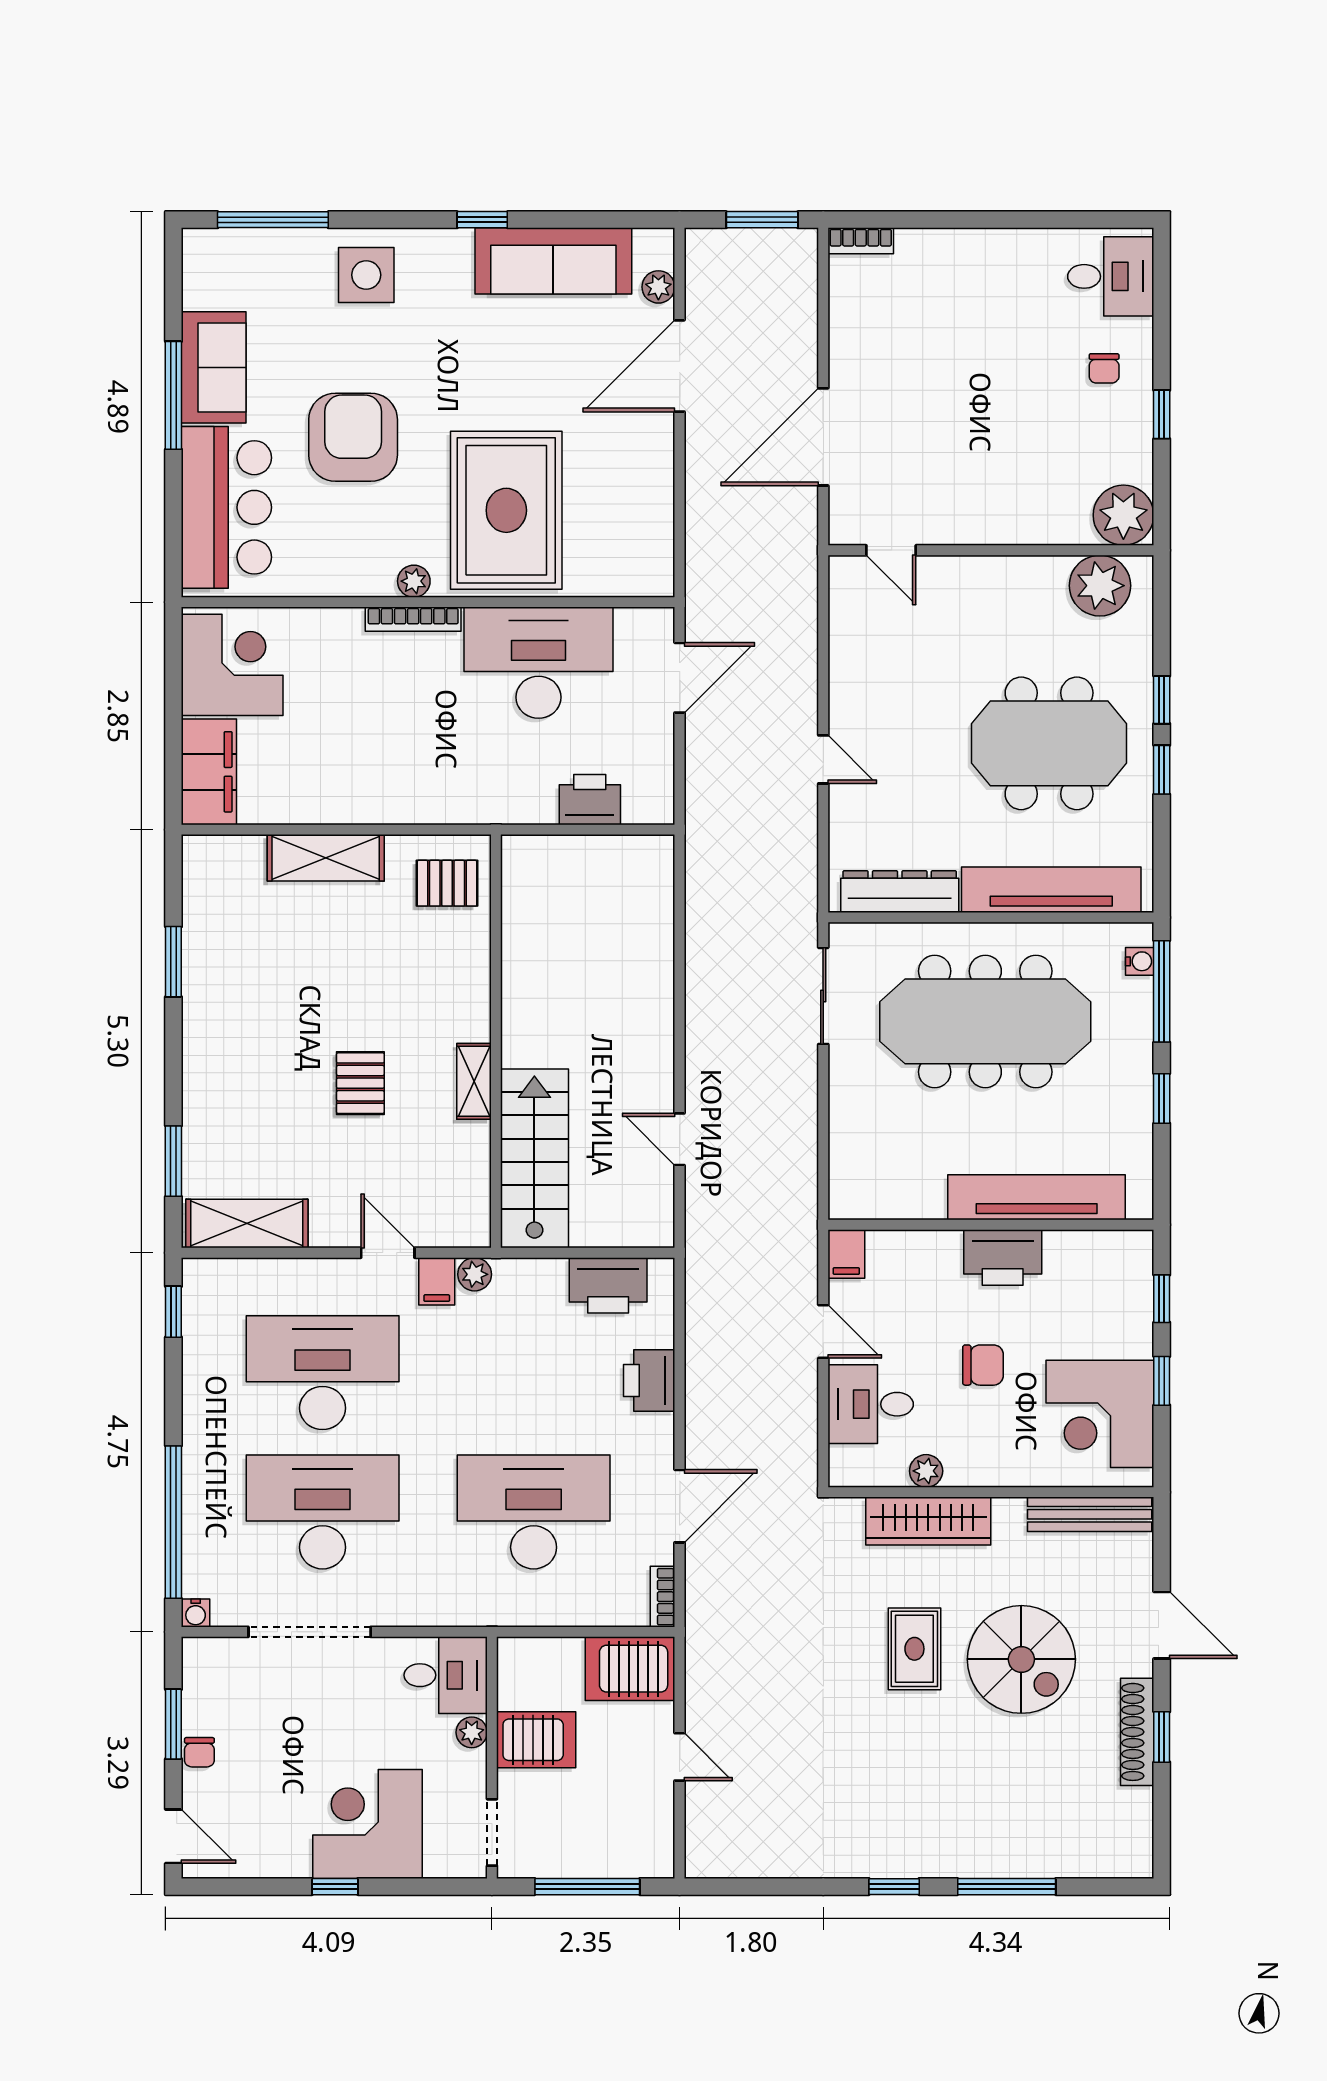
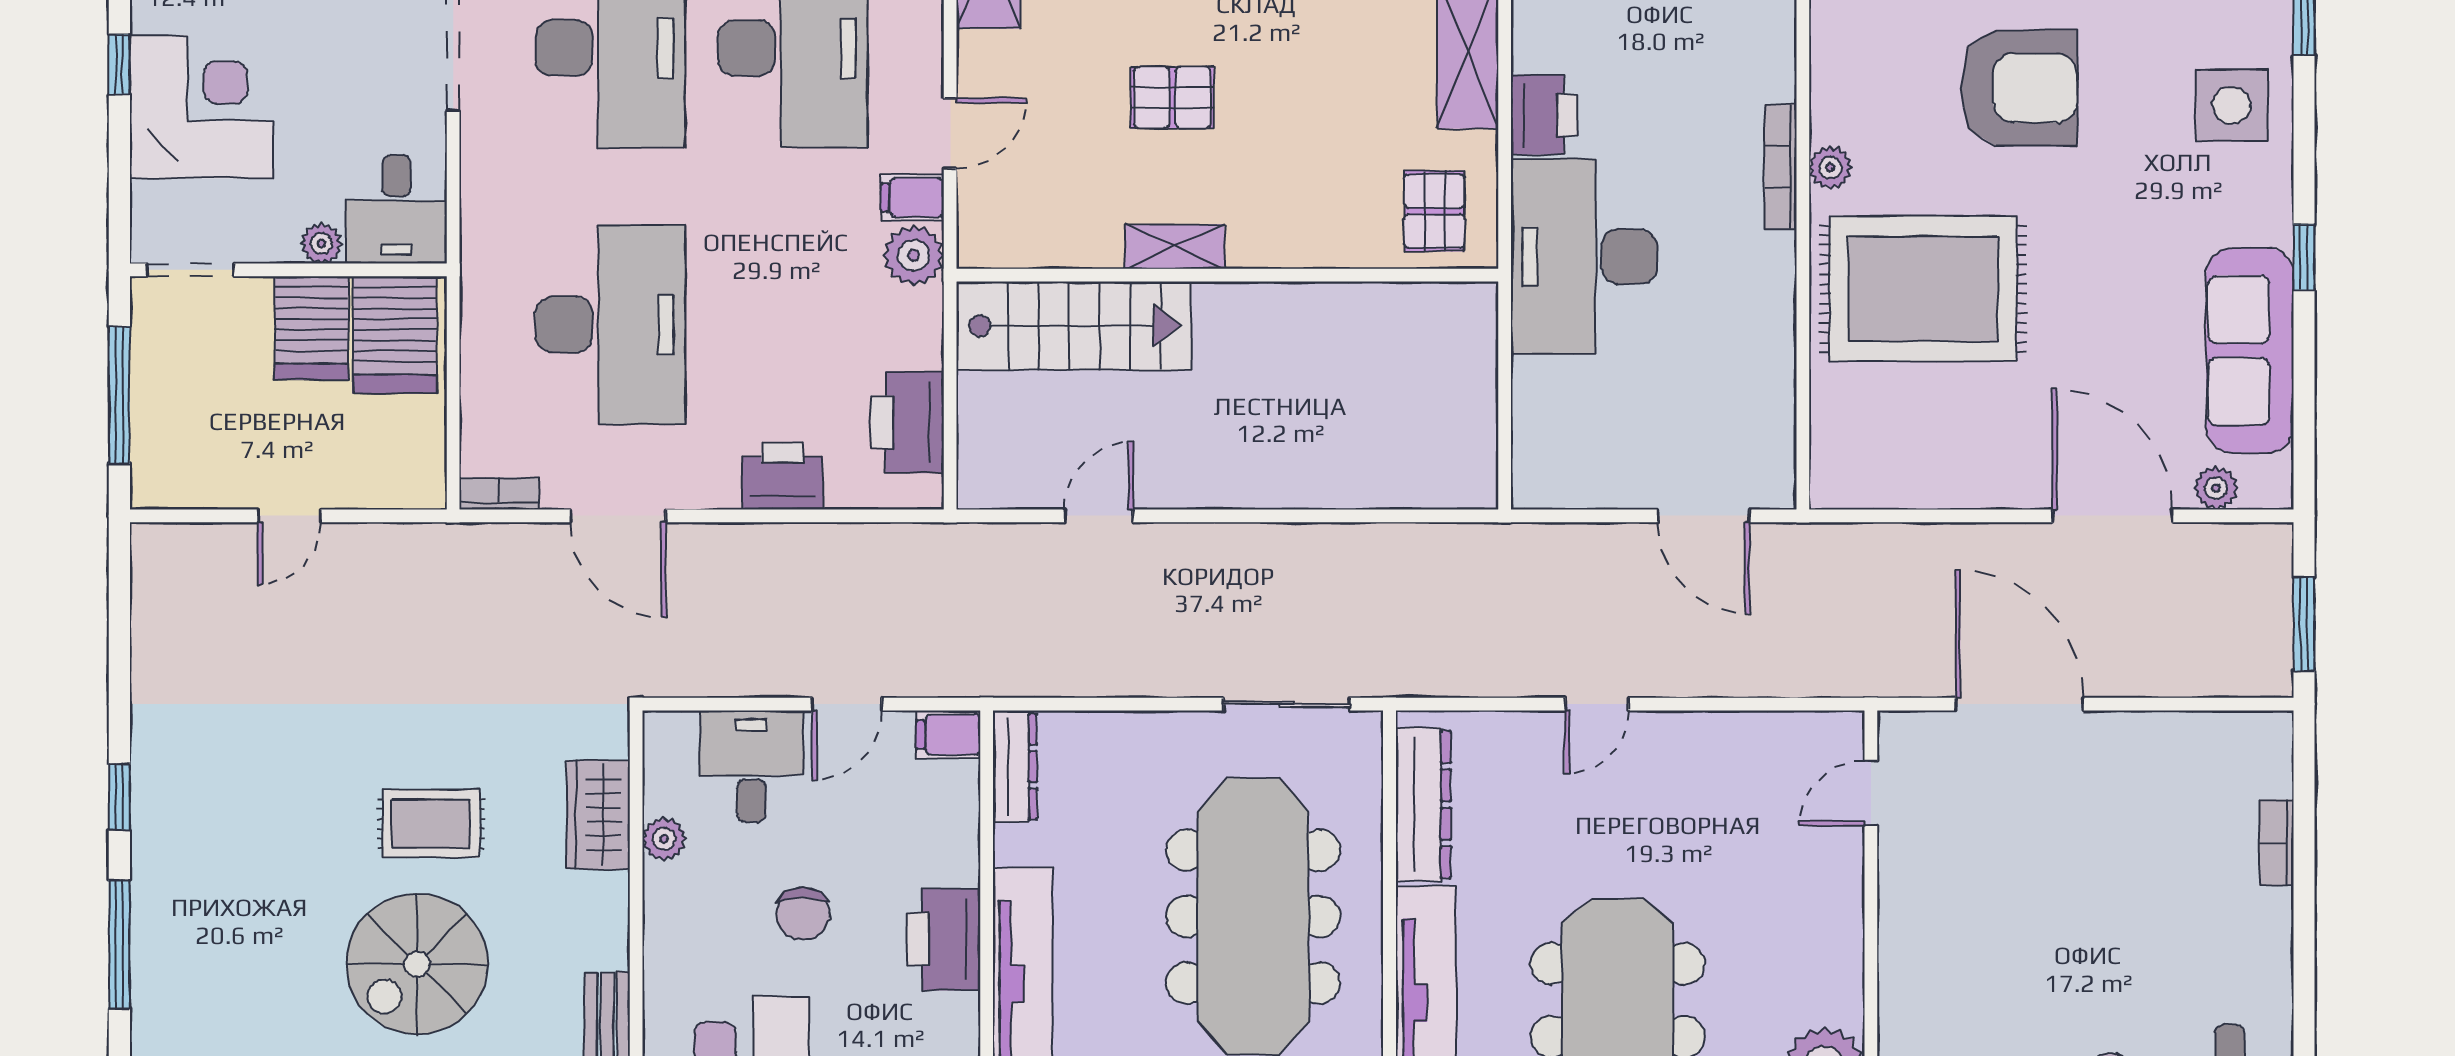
bookcase: (861, 241) -> (2276, 843), moved
desk: (538, 663) -> (1584, 257), moved, turned 180
printer: (590, 800) -> (1544, 115), moved
dresser: (871, 1203) -> (1015, 766), added
plant: (475, 1274) -> (914, 255), width x1.38, depth x1.38
wardrobe: (928, 1521) -> (598, 815), width x0.67
server rack: (630, 1669) -> (395, 335), moved, turned 180

